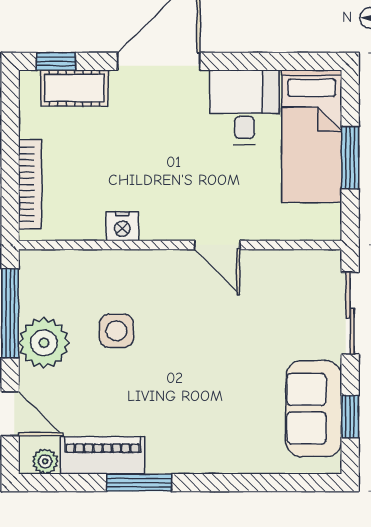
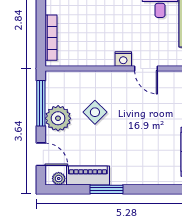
nightstand: (122, 226) -> (123, 59), moved
side table: (116, 331) -> (95, 112), turned 45

